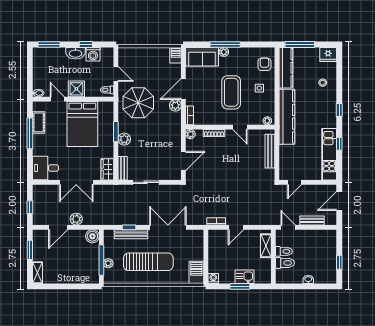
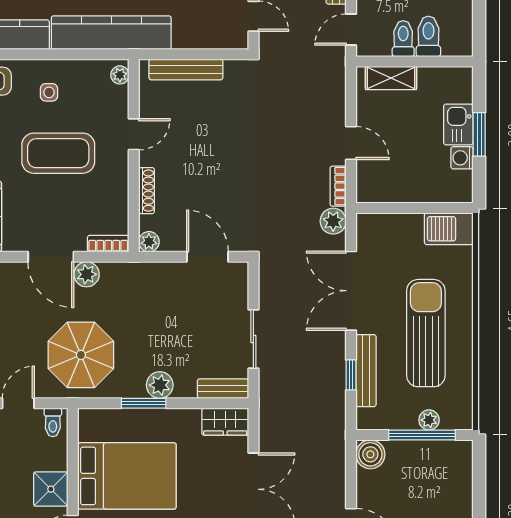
plant: (76, 219) -> (333, 221), moved
washing machine: (213, 278) -> (462, 158), moved

